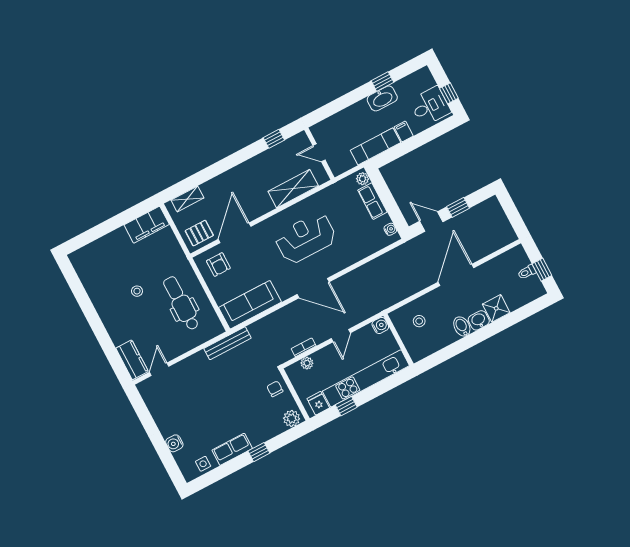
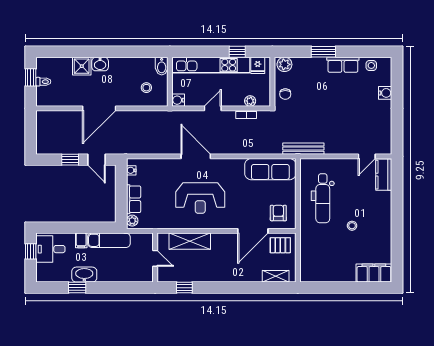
filing cabinet: (147, 225) -> (374, 273), moved
door: (313, 288) -> (196, 156), moved
bidet: (462, 326) -> (162, 66), moved
window: (259, 452) -> (323, 52), width x1.50

